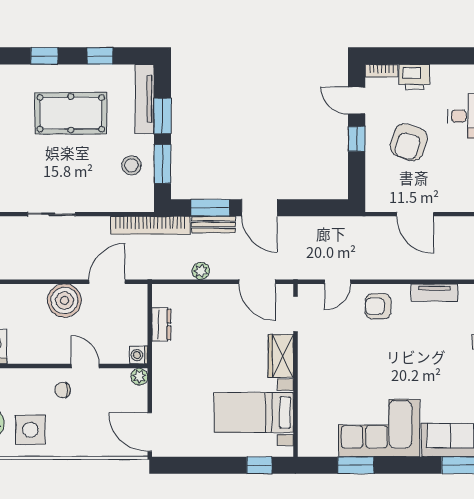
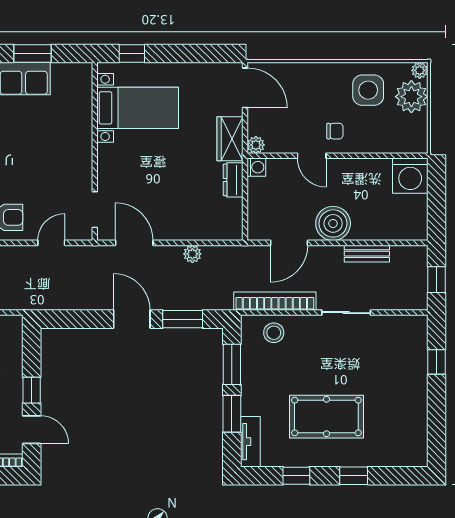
tv unit: (145, 99) -> (250, 442), width x0.71
stool: (131, 165) -> (274, 333), moved
bookcase: (150, 225) -> (275, 301), moved
bench: (214, 225) -> (367, 254), moved
dresser: (161, 324) -> (233, 180), moved
wardrobe: (281, 356) -> (230, 139), moved, turned 180

